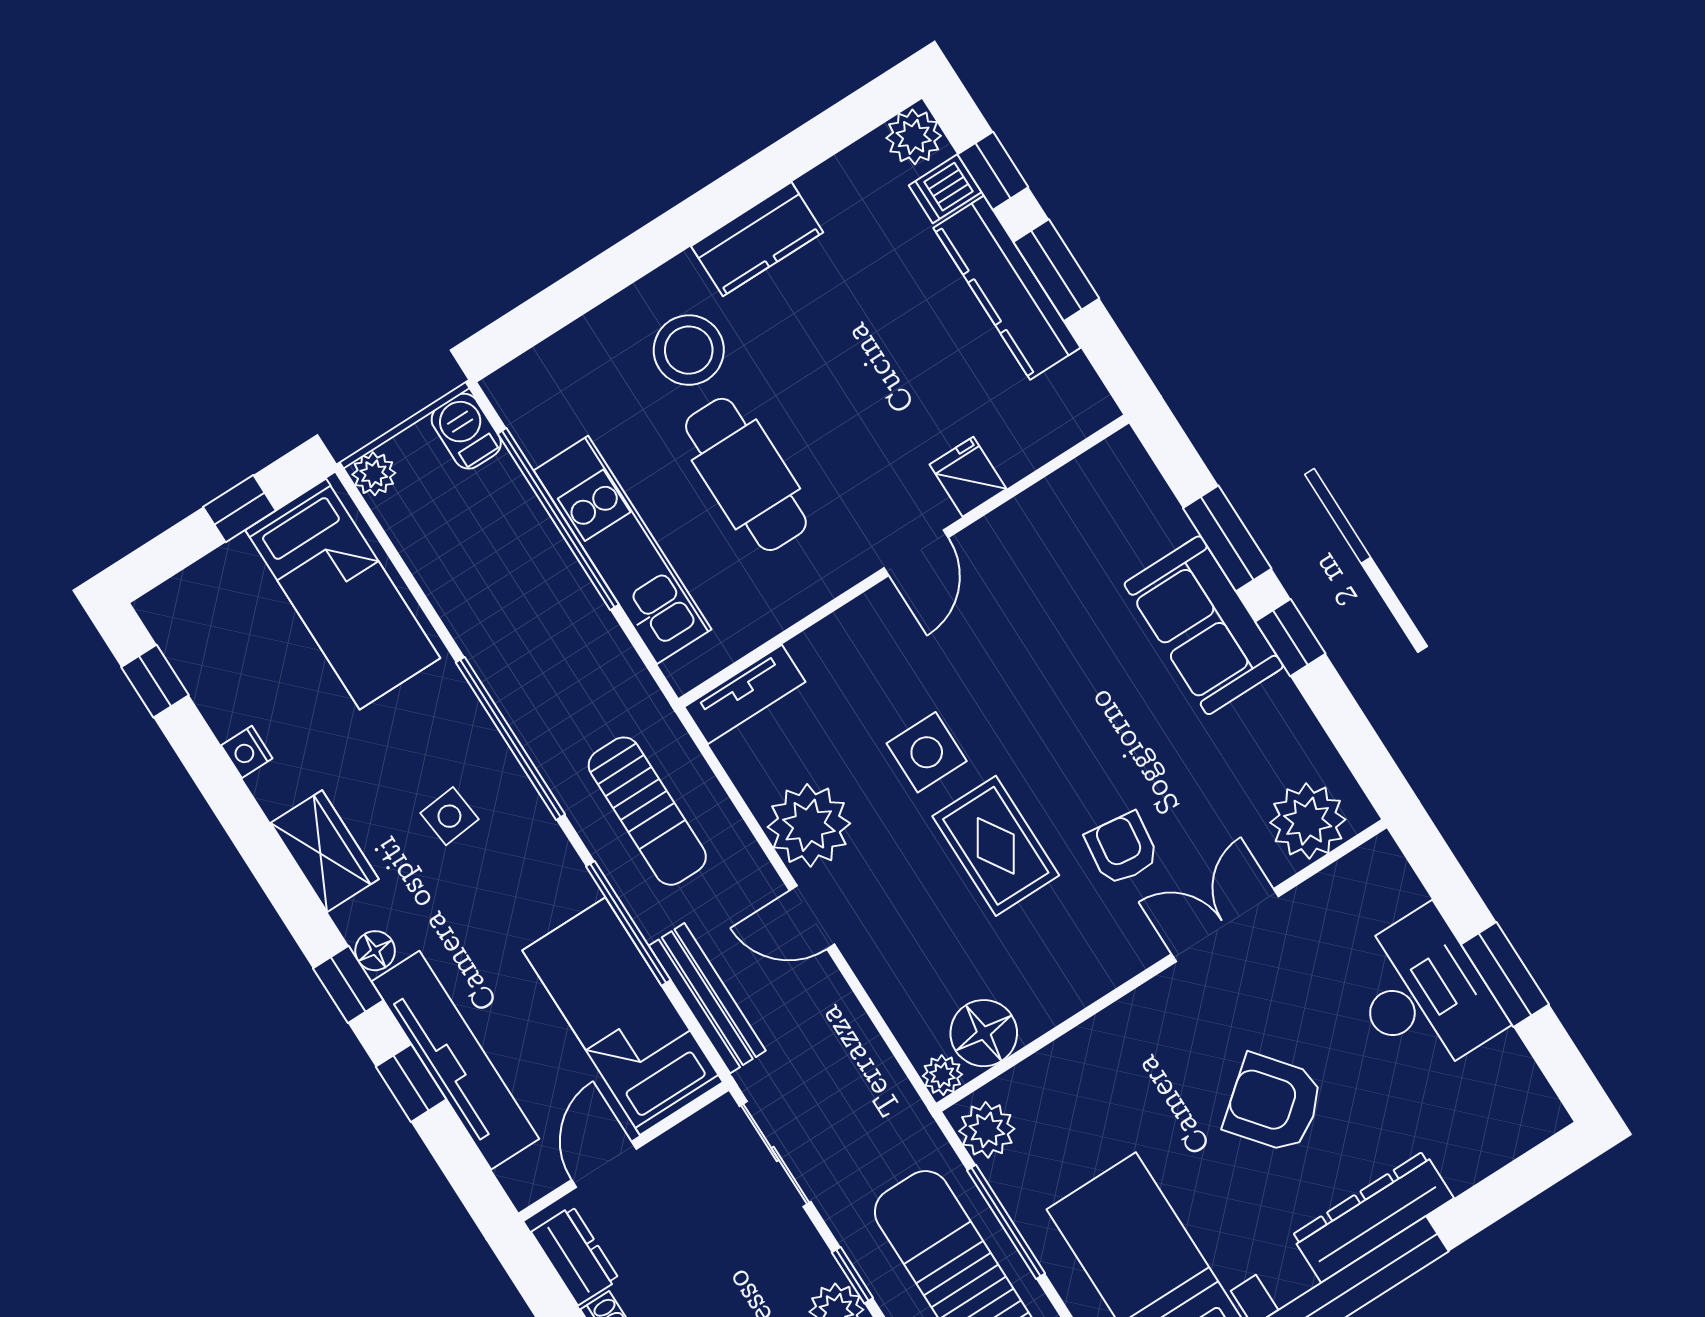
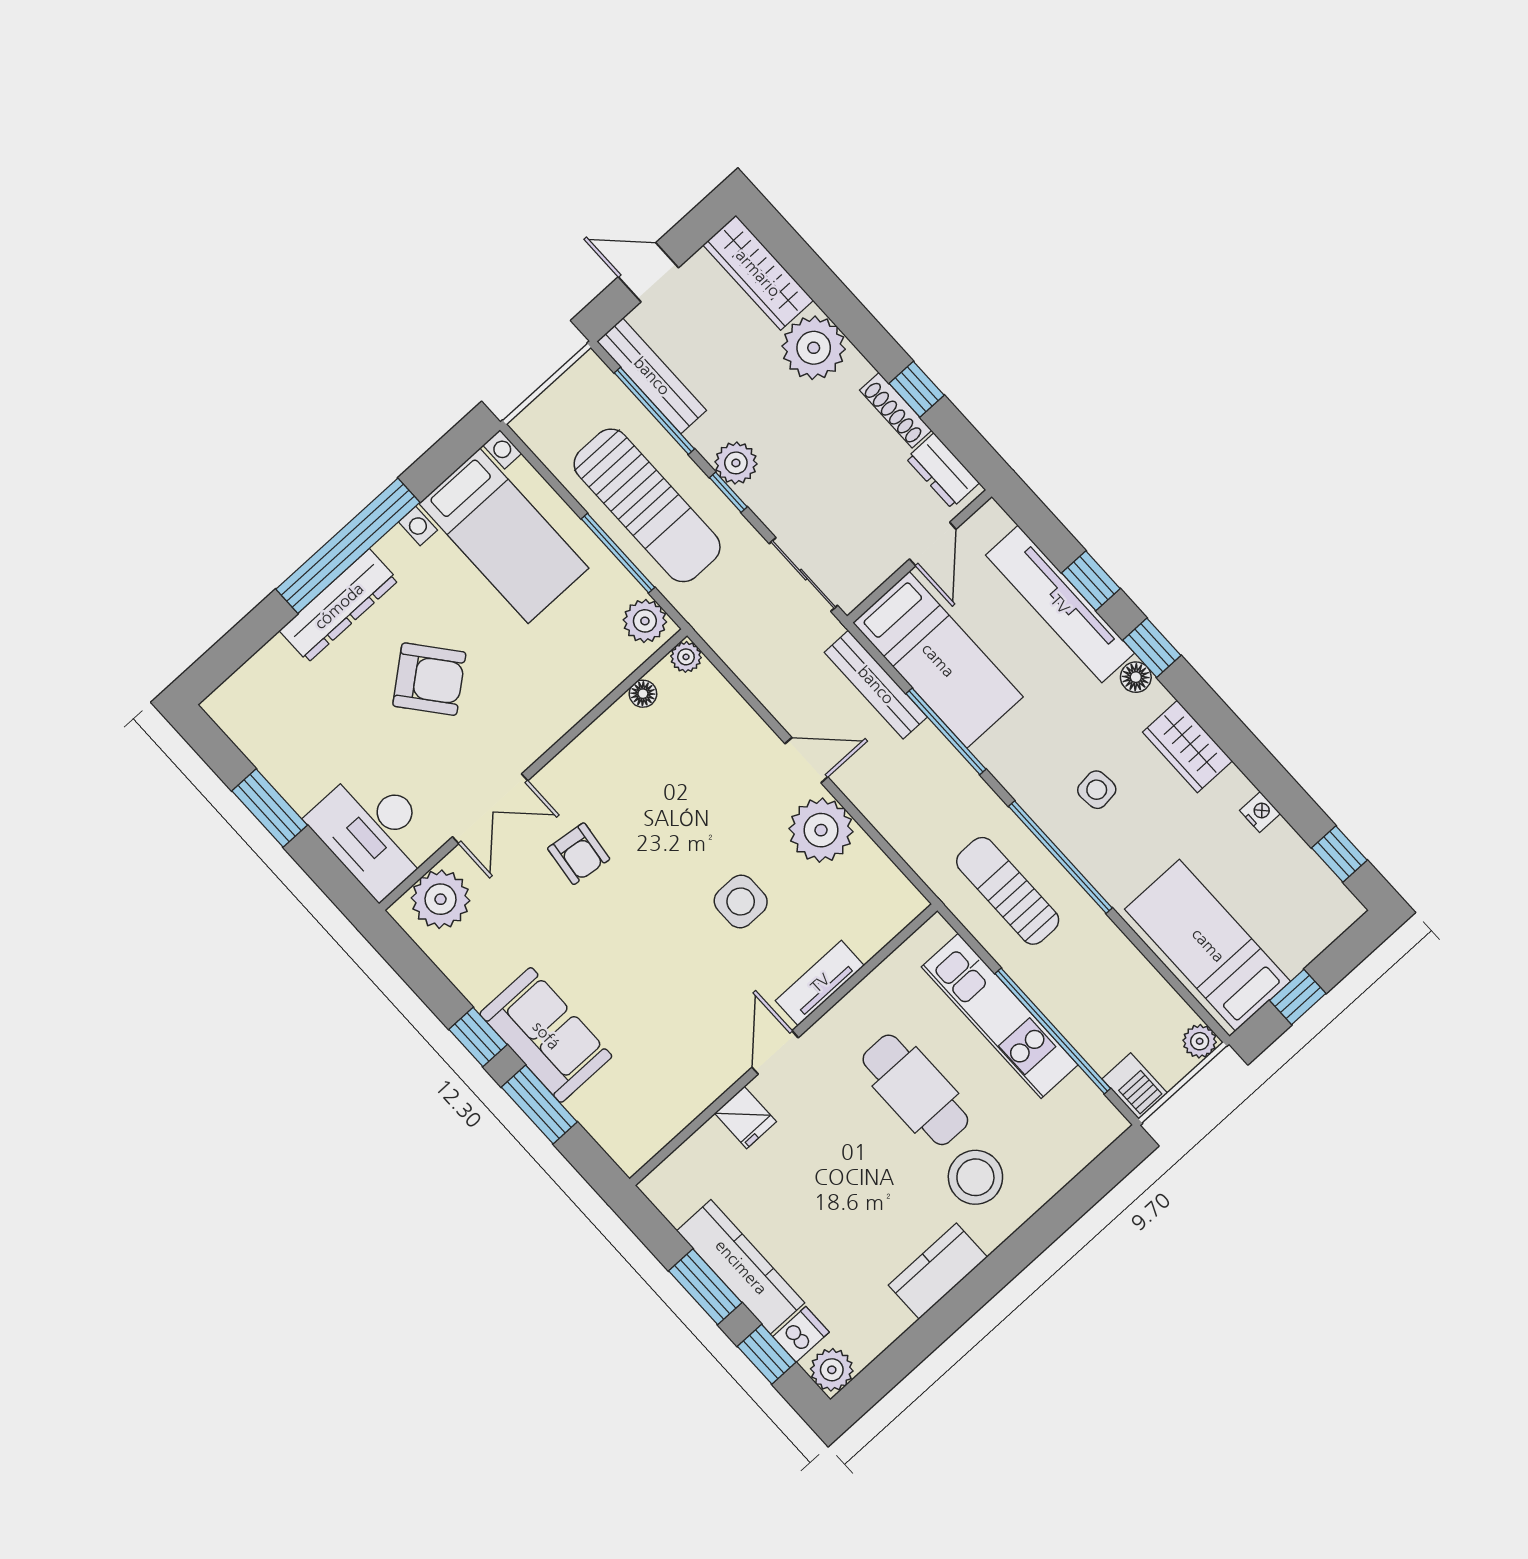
tv unit: (745, 694) -> (820, 983), moved
sun lounger: (647, 811) -> (1008, 891), moved
rug: (996, 846) -> (675, 839), removed
desk: (1423, 994) -> (374, 831), moved
floor lamp: (984, 1033) -> (643, 694), width x0.53, depth x0.53

